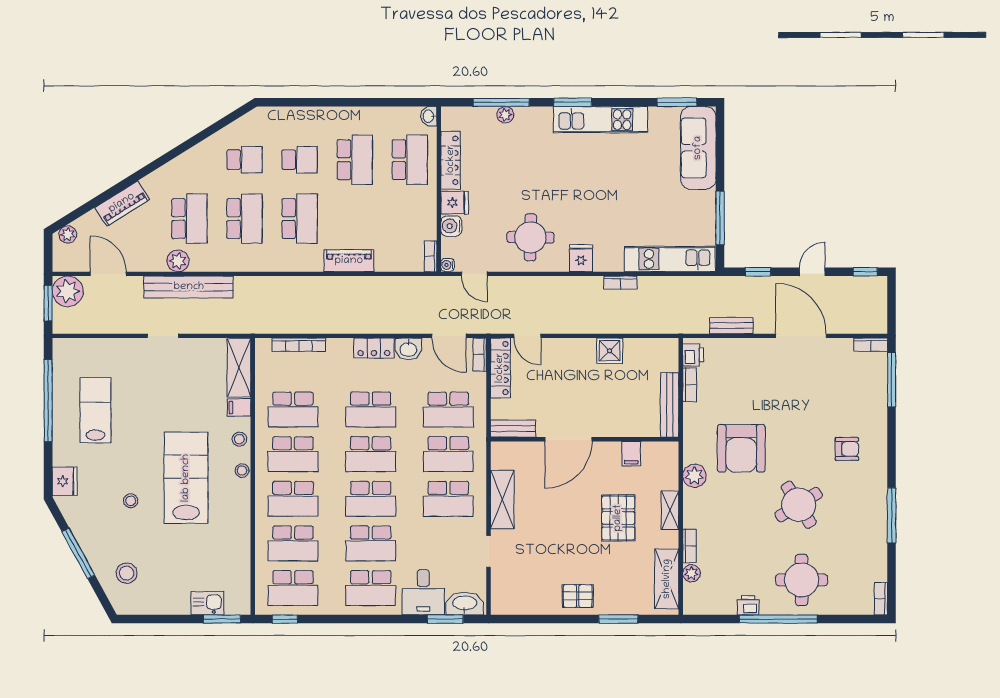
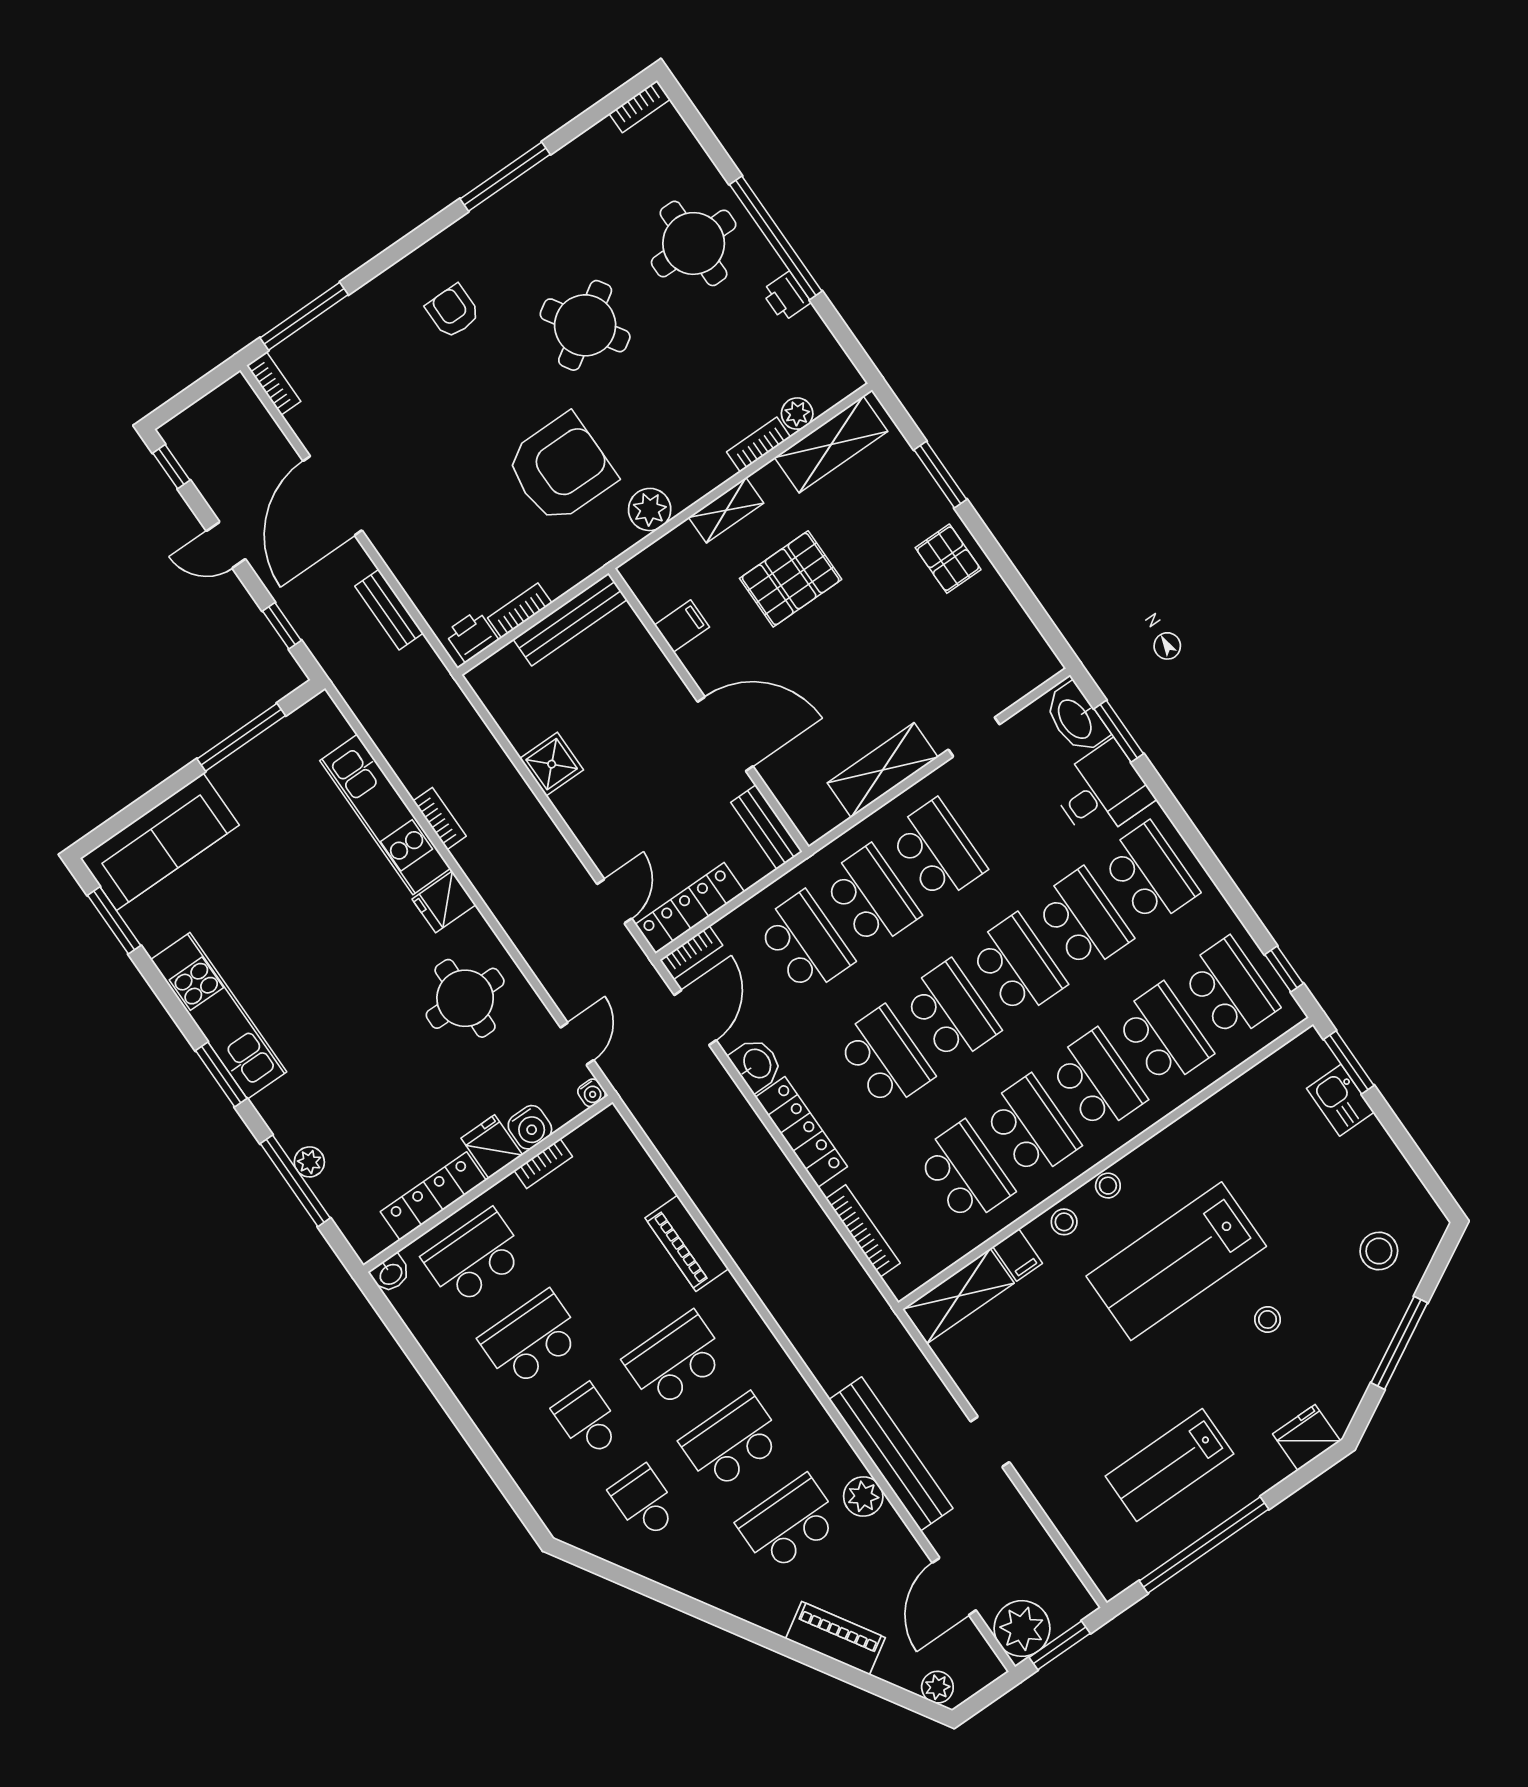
bookcase: (431, 256) -> (543, 1164), moved
kitchen unit: (670, 259) -> (385, 815), moved
locker: (374, 348) -> (801, 1132), width x1.53

